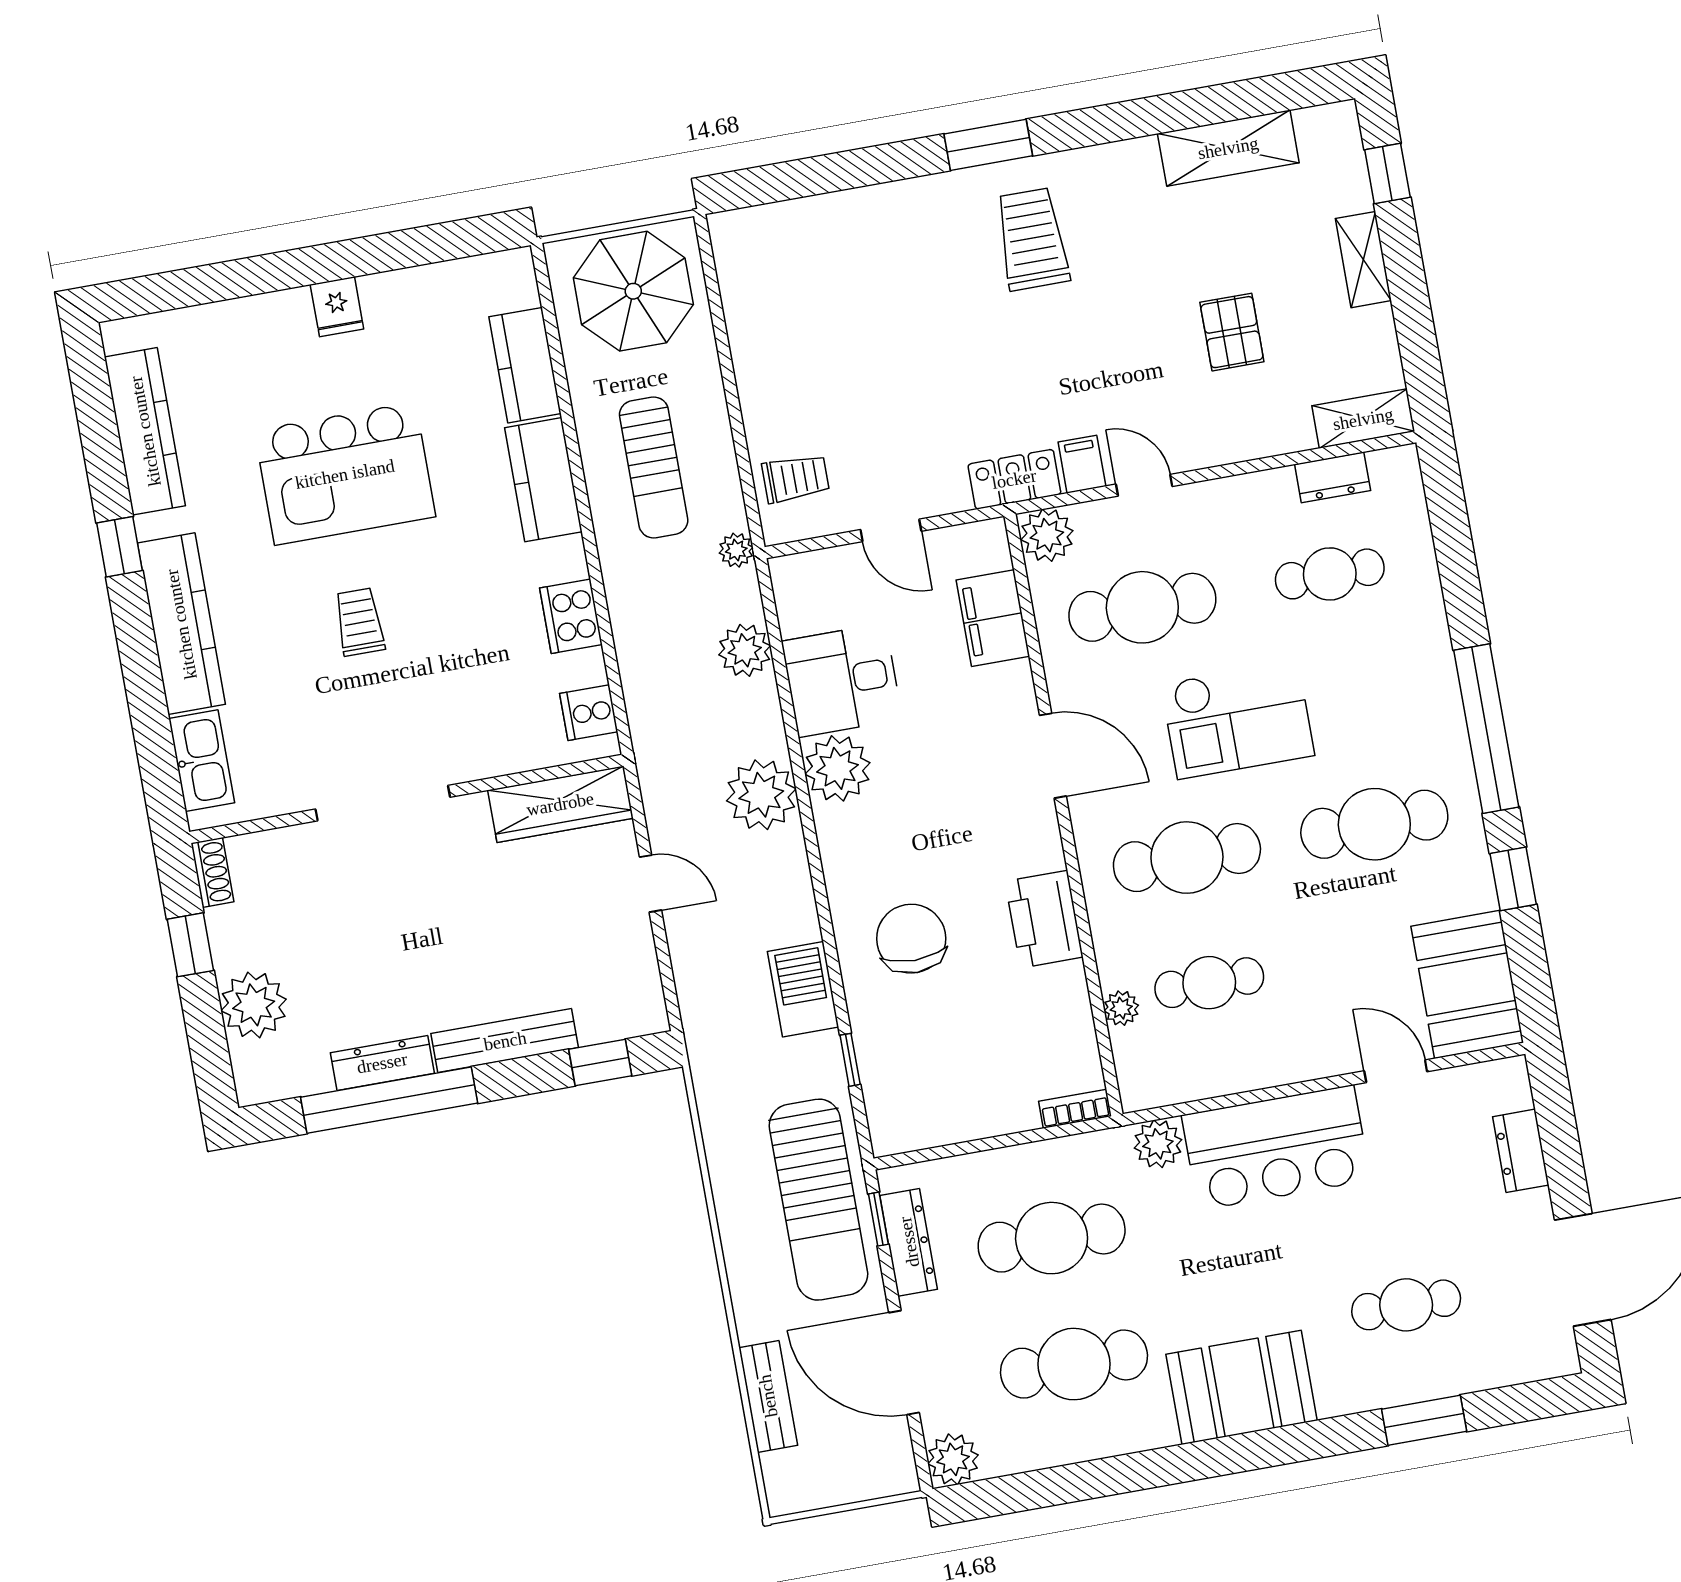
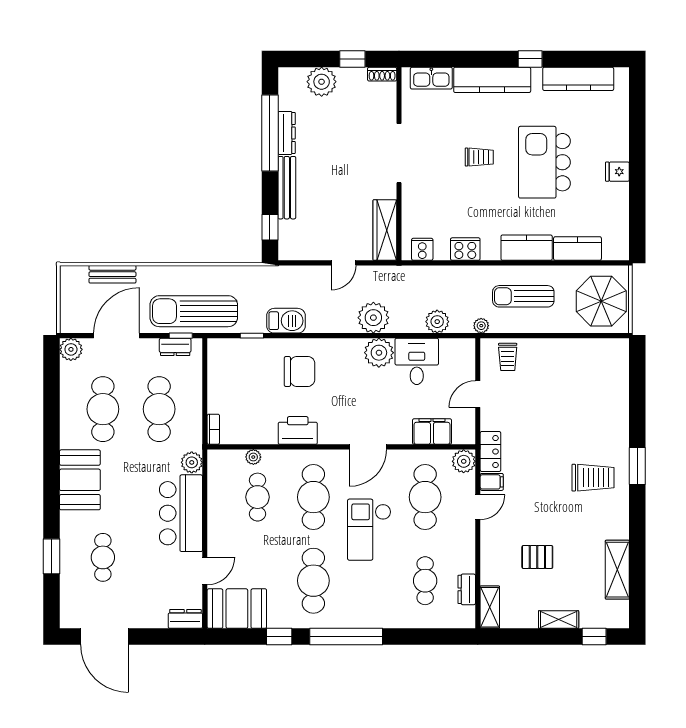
dresser: (1521, 1151) -> (185, 619), moved
dresser: (909, 1242) -> (175, 347), width x0.70

